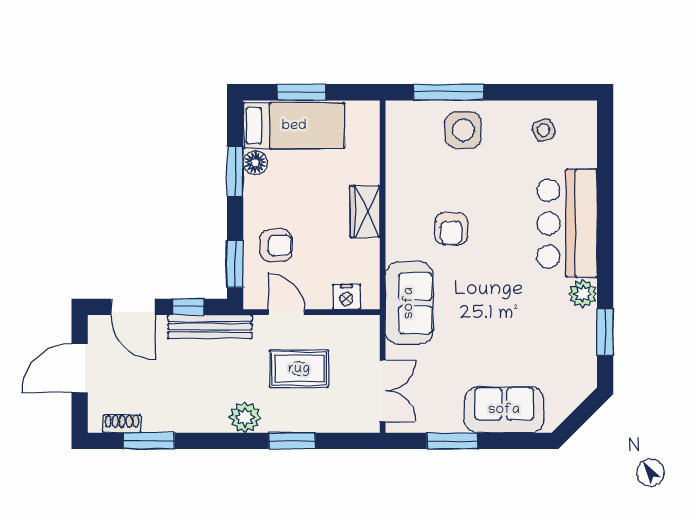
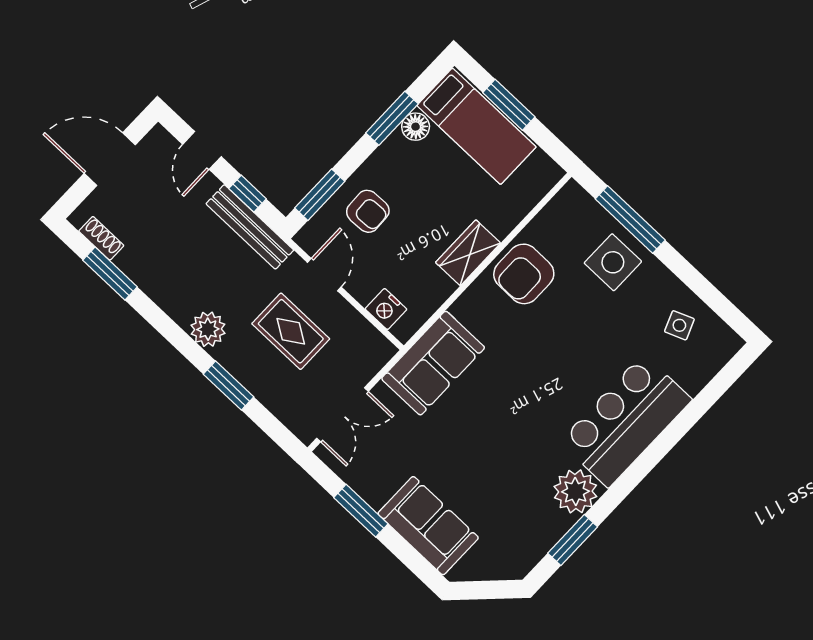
armchair: (451, 229) -> (524, 274), moved, width x1.38, depth x1.38
plant: (583, 294) -> (575, 491), width x1.36, depth x1.36
door: (133, 307) -> (202, 150), width x0.73

